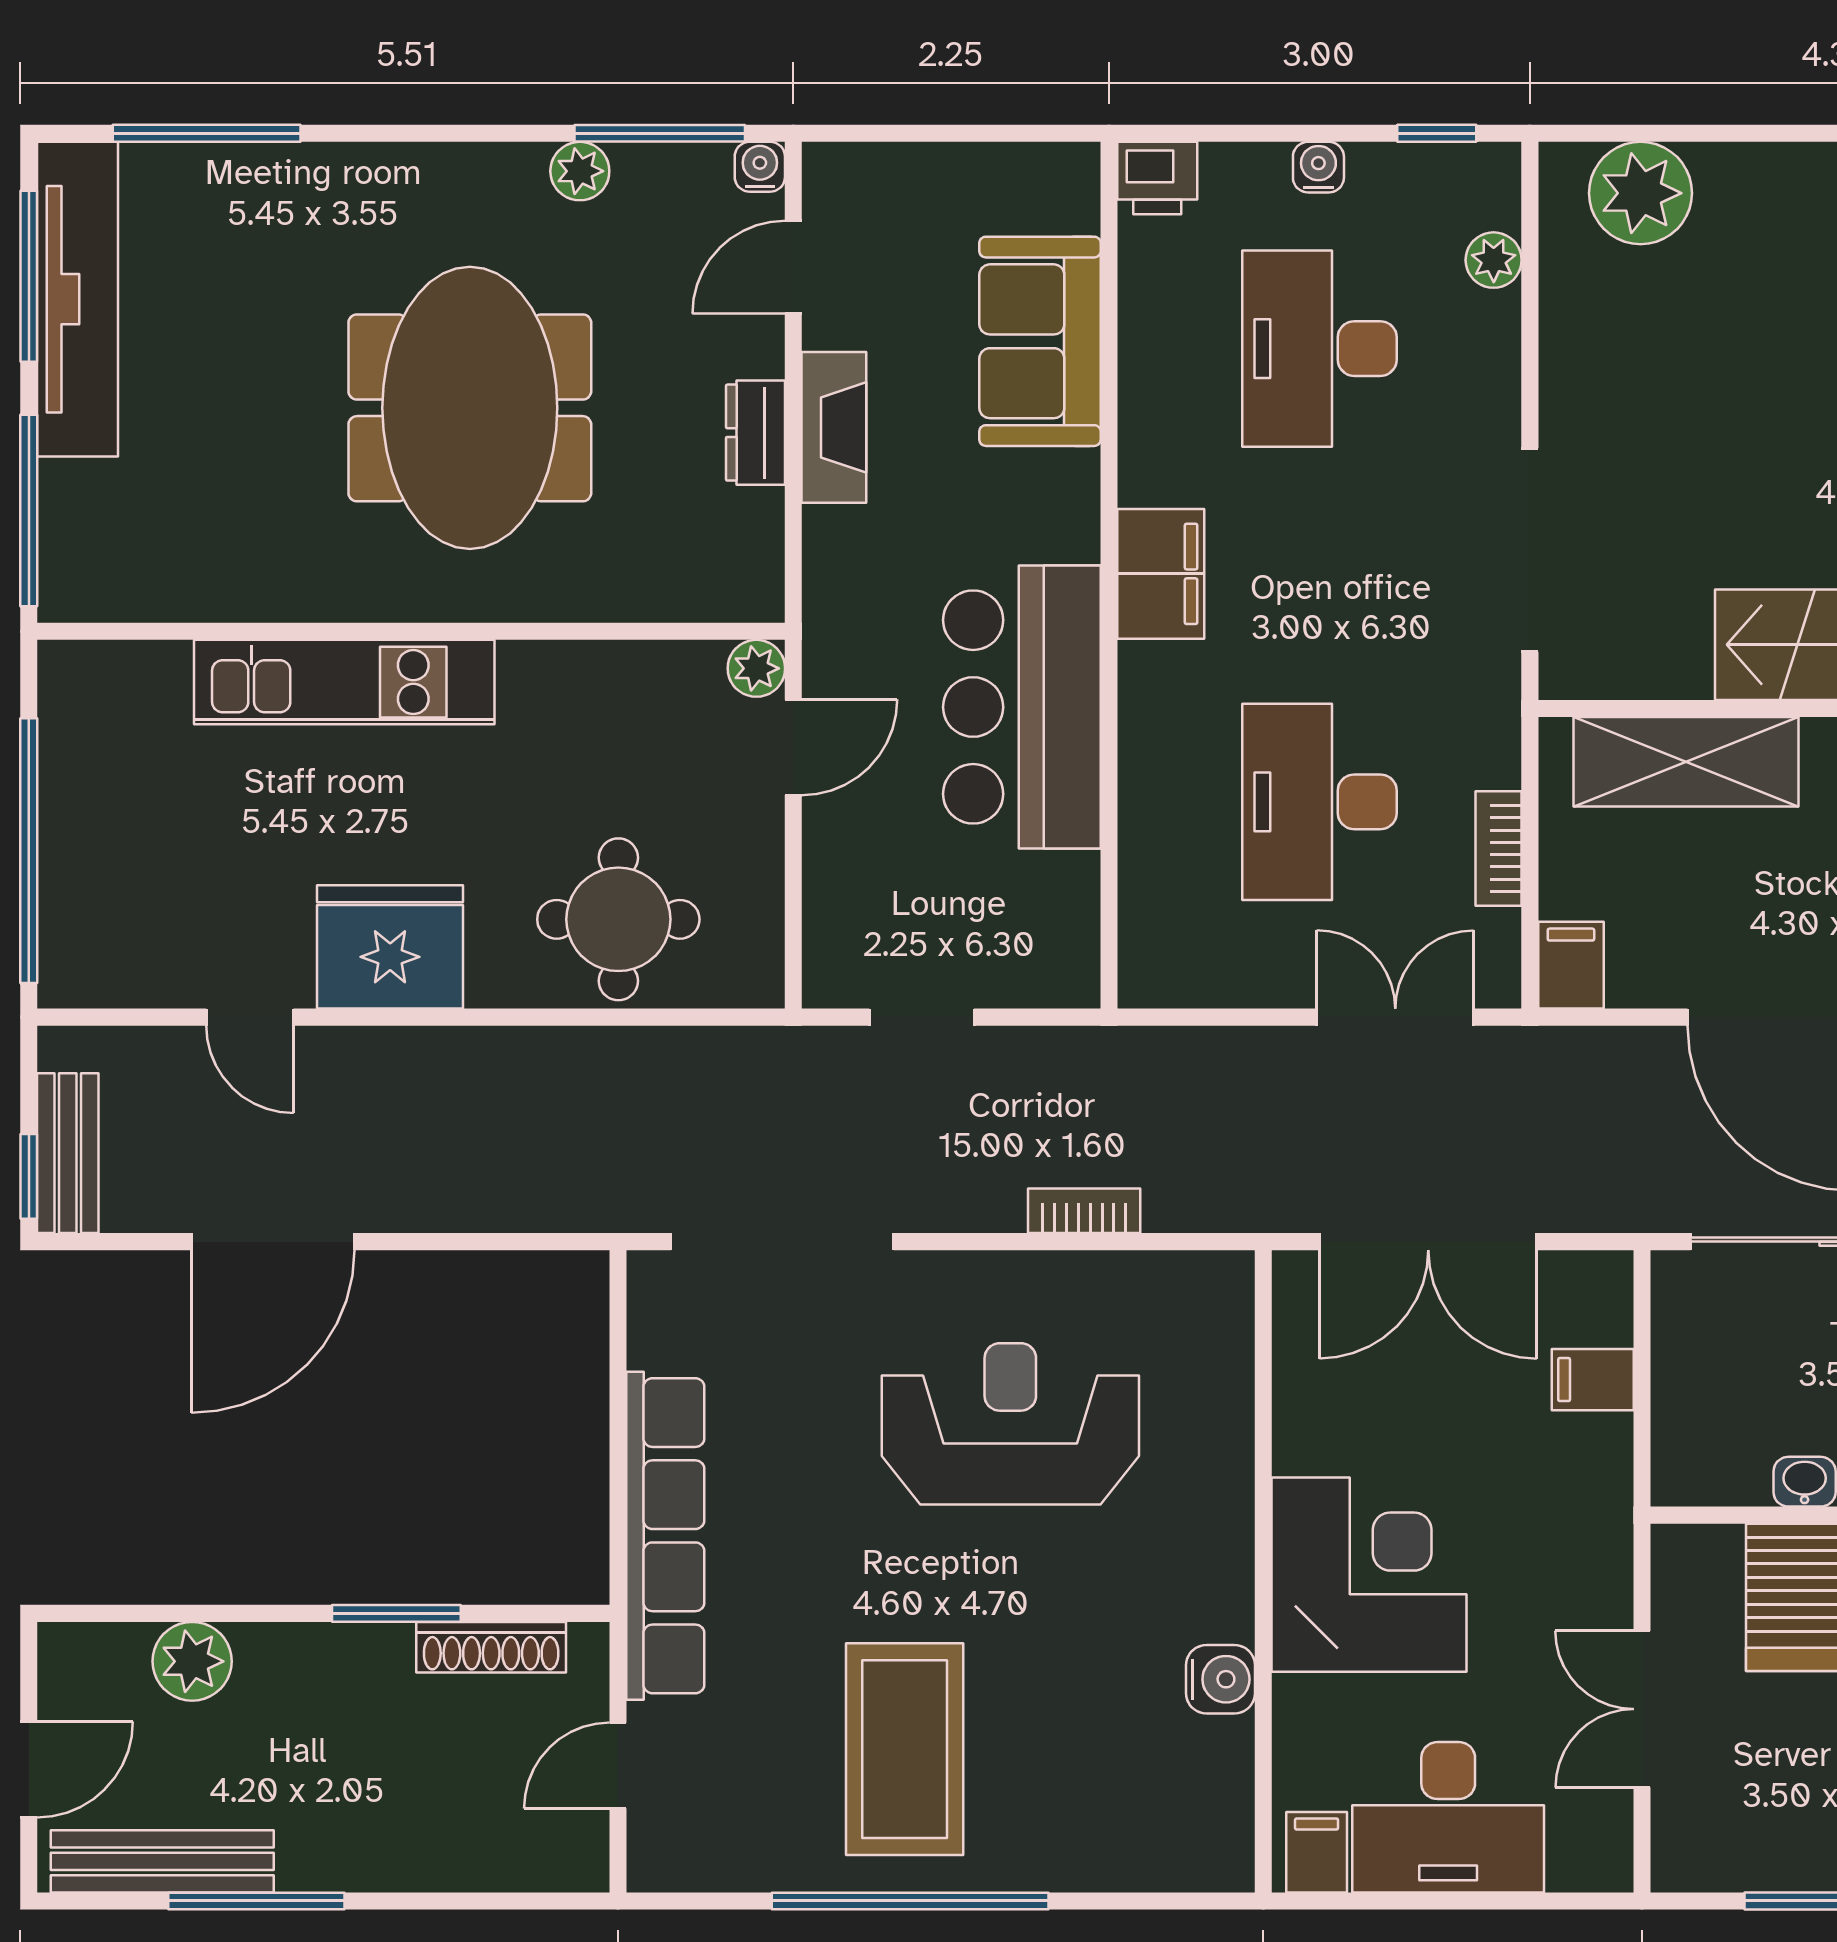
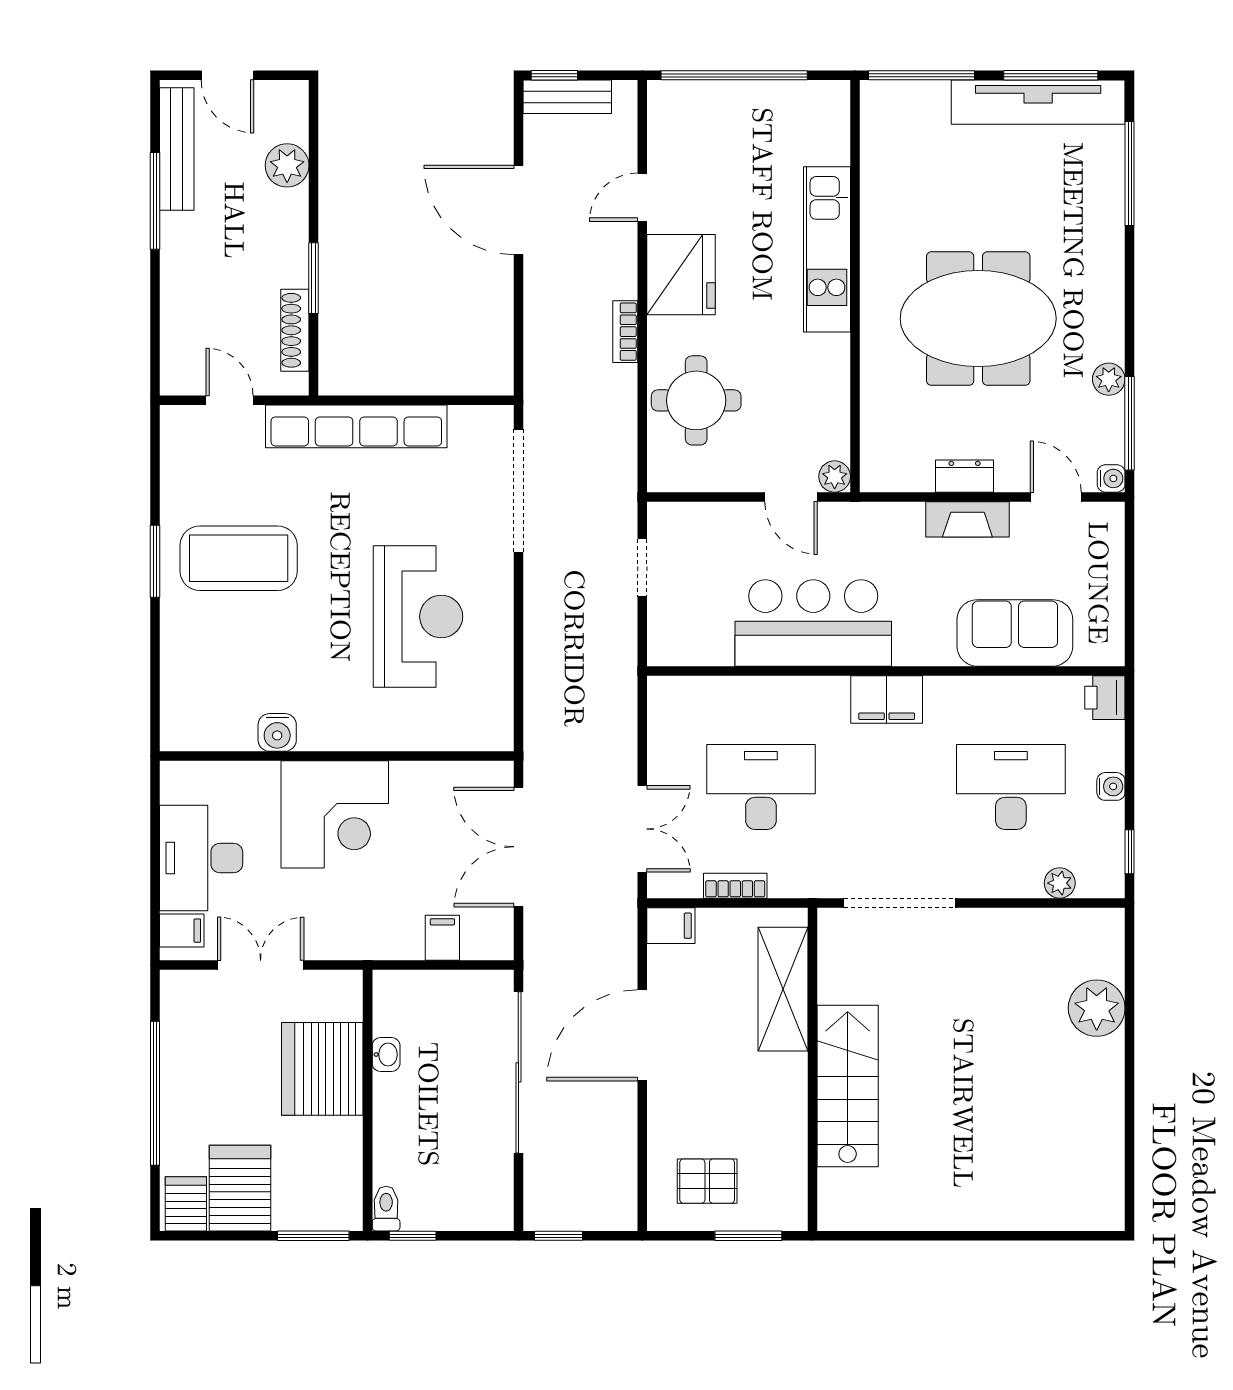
plant: (1641, 193) -> (1097, 1008), moved
bookcase: (1084, 1211) -> (625, 332), moved, turned 180
filing cabinet: (1317, 1852) -> (182, 931), moved
window: (910, 1901) -> (155, 561), width x0.47

